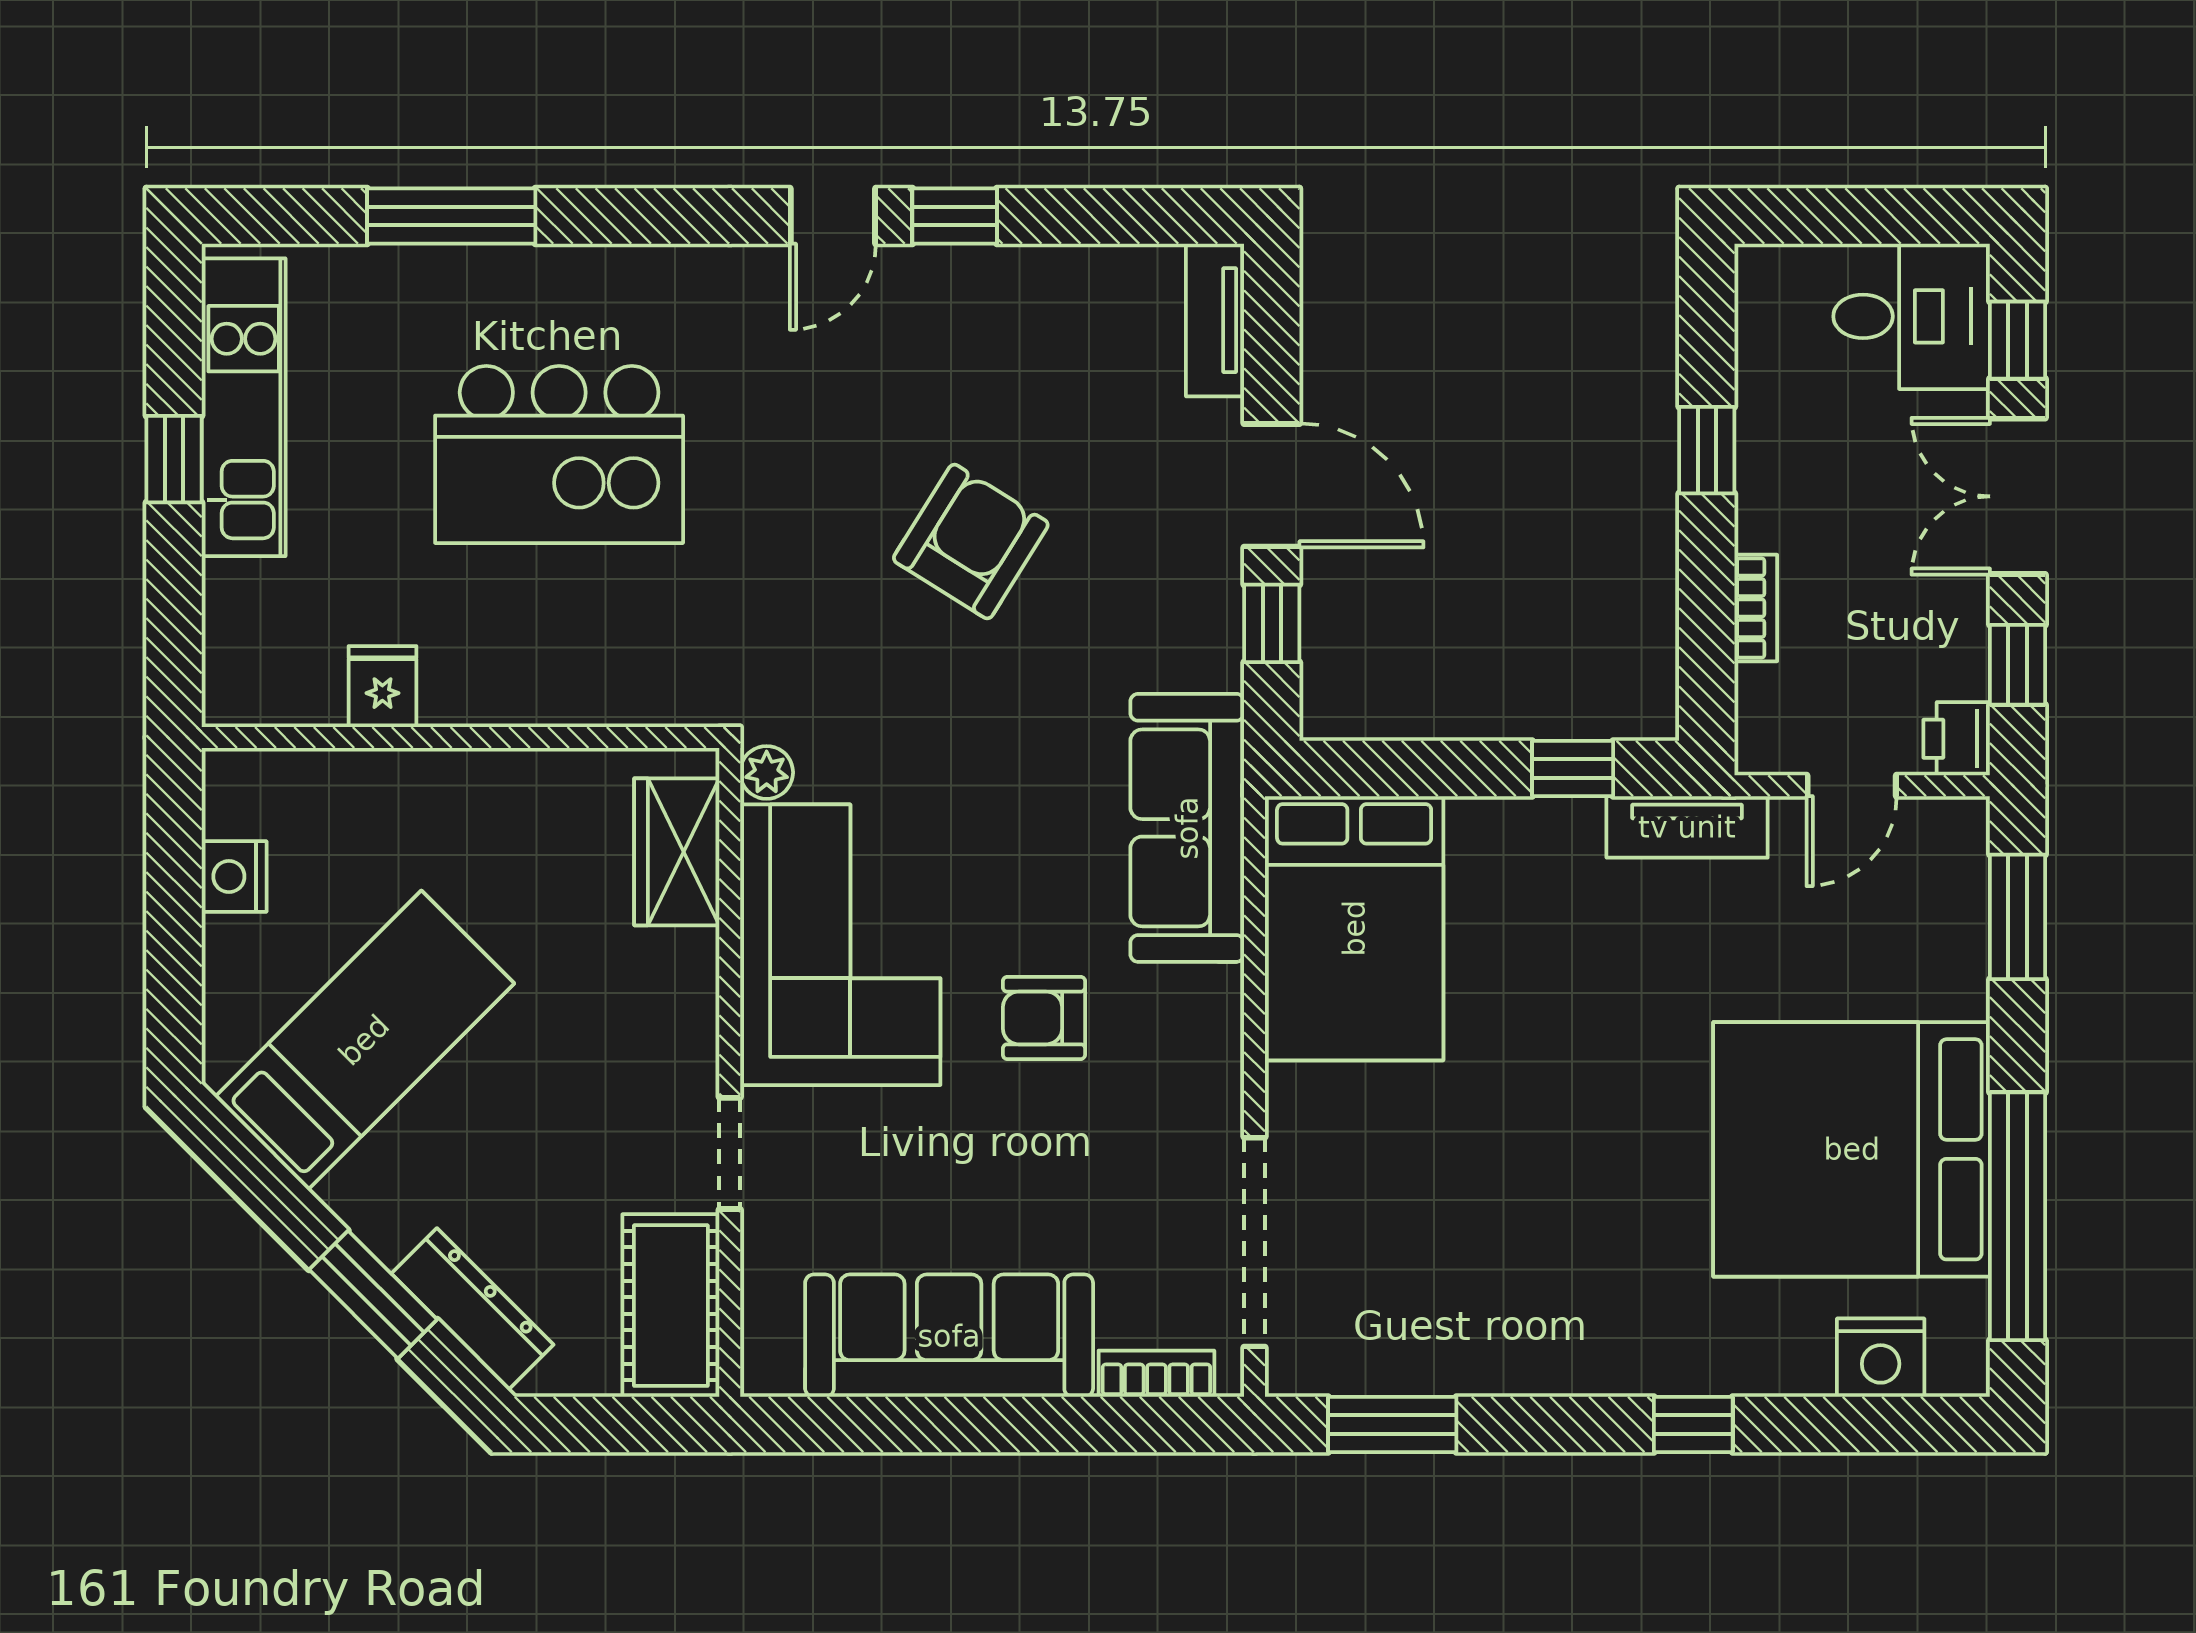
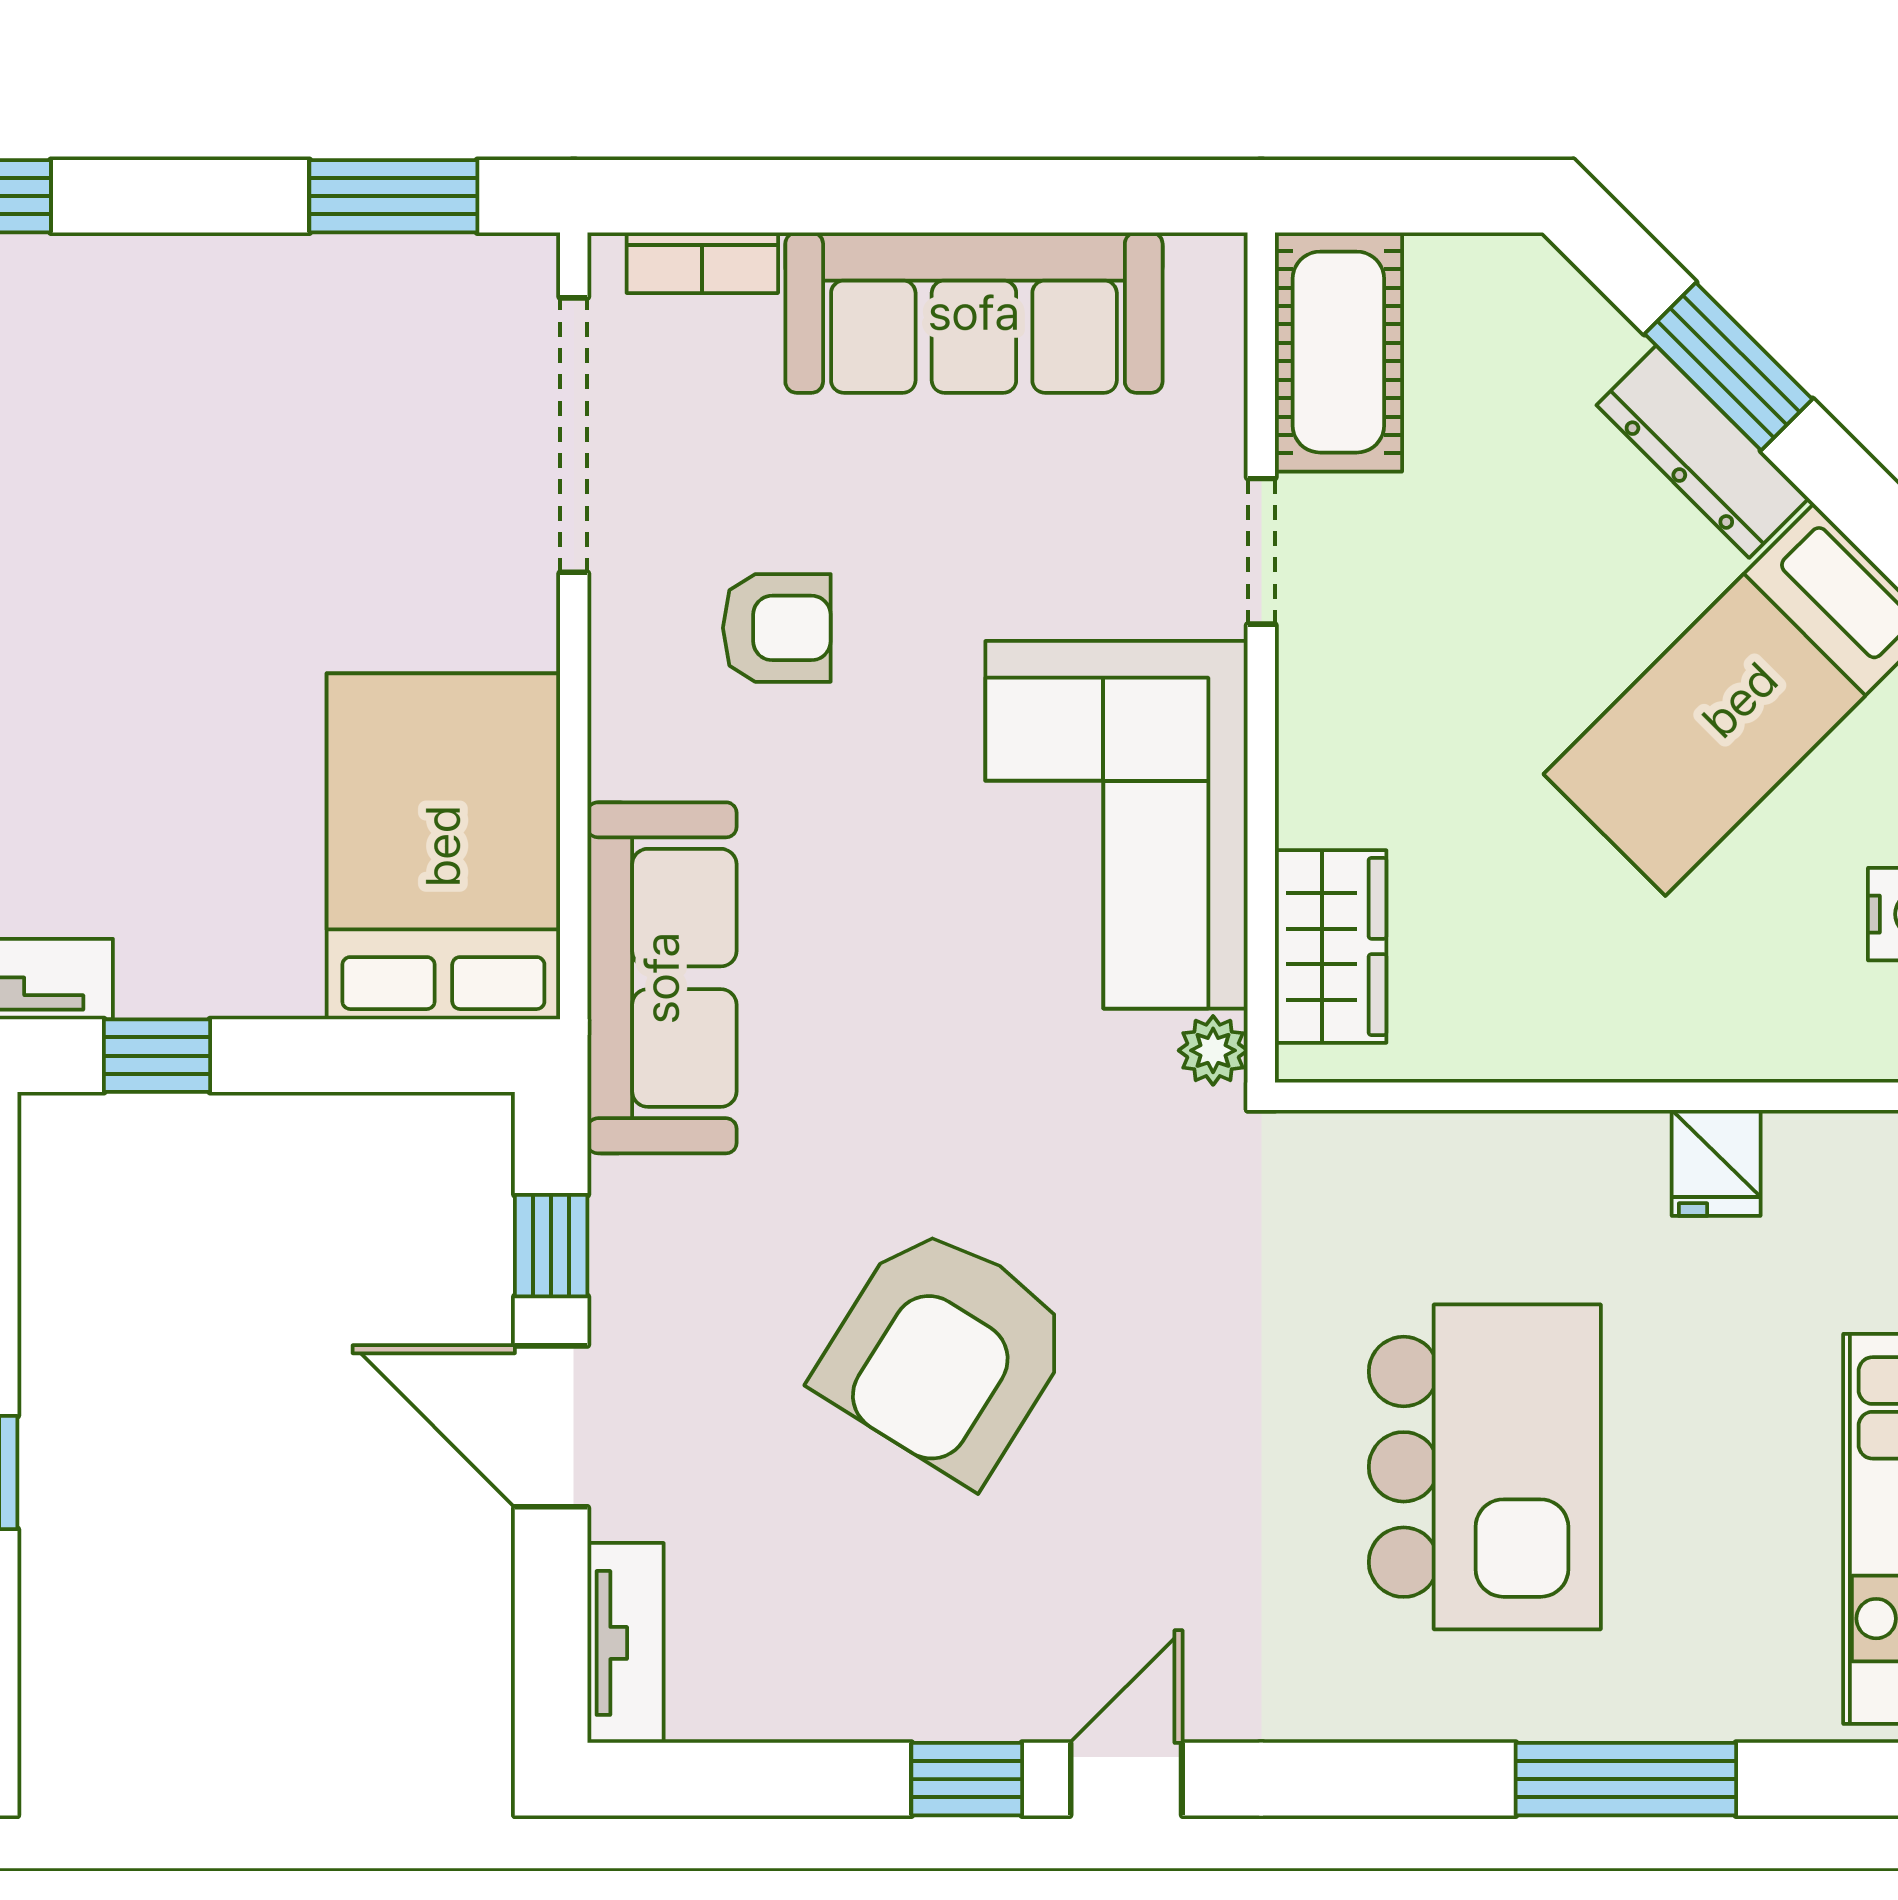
kitchen island: (559, 455) -> (1485, 1467), turned 90
armchair: (971, 542) -> (945, 1353), width x1.36, depth x1.36
armchair: (1044, 1018) -> (777, 628), moved
dresser: (472, 1309) -> (1703, 452), moved

